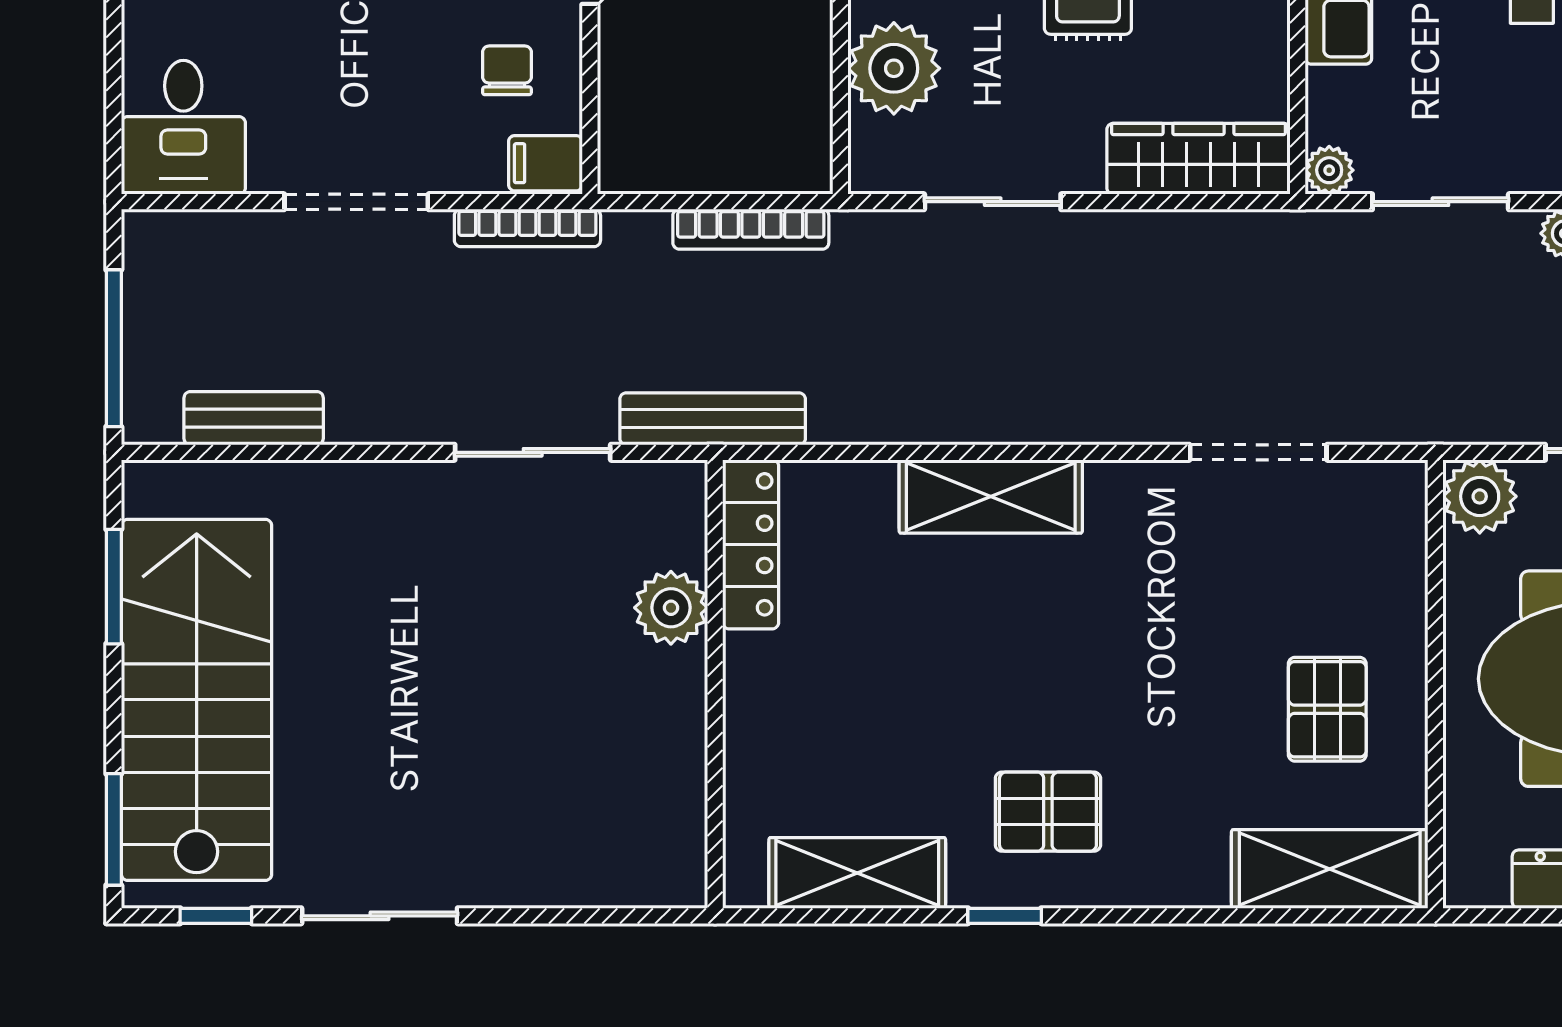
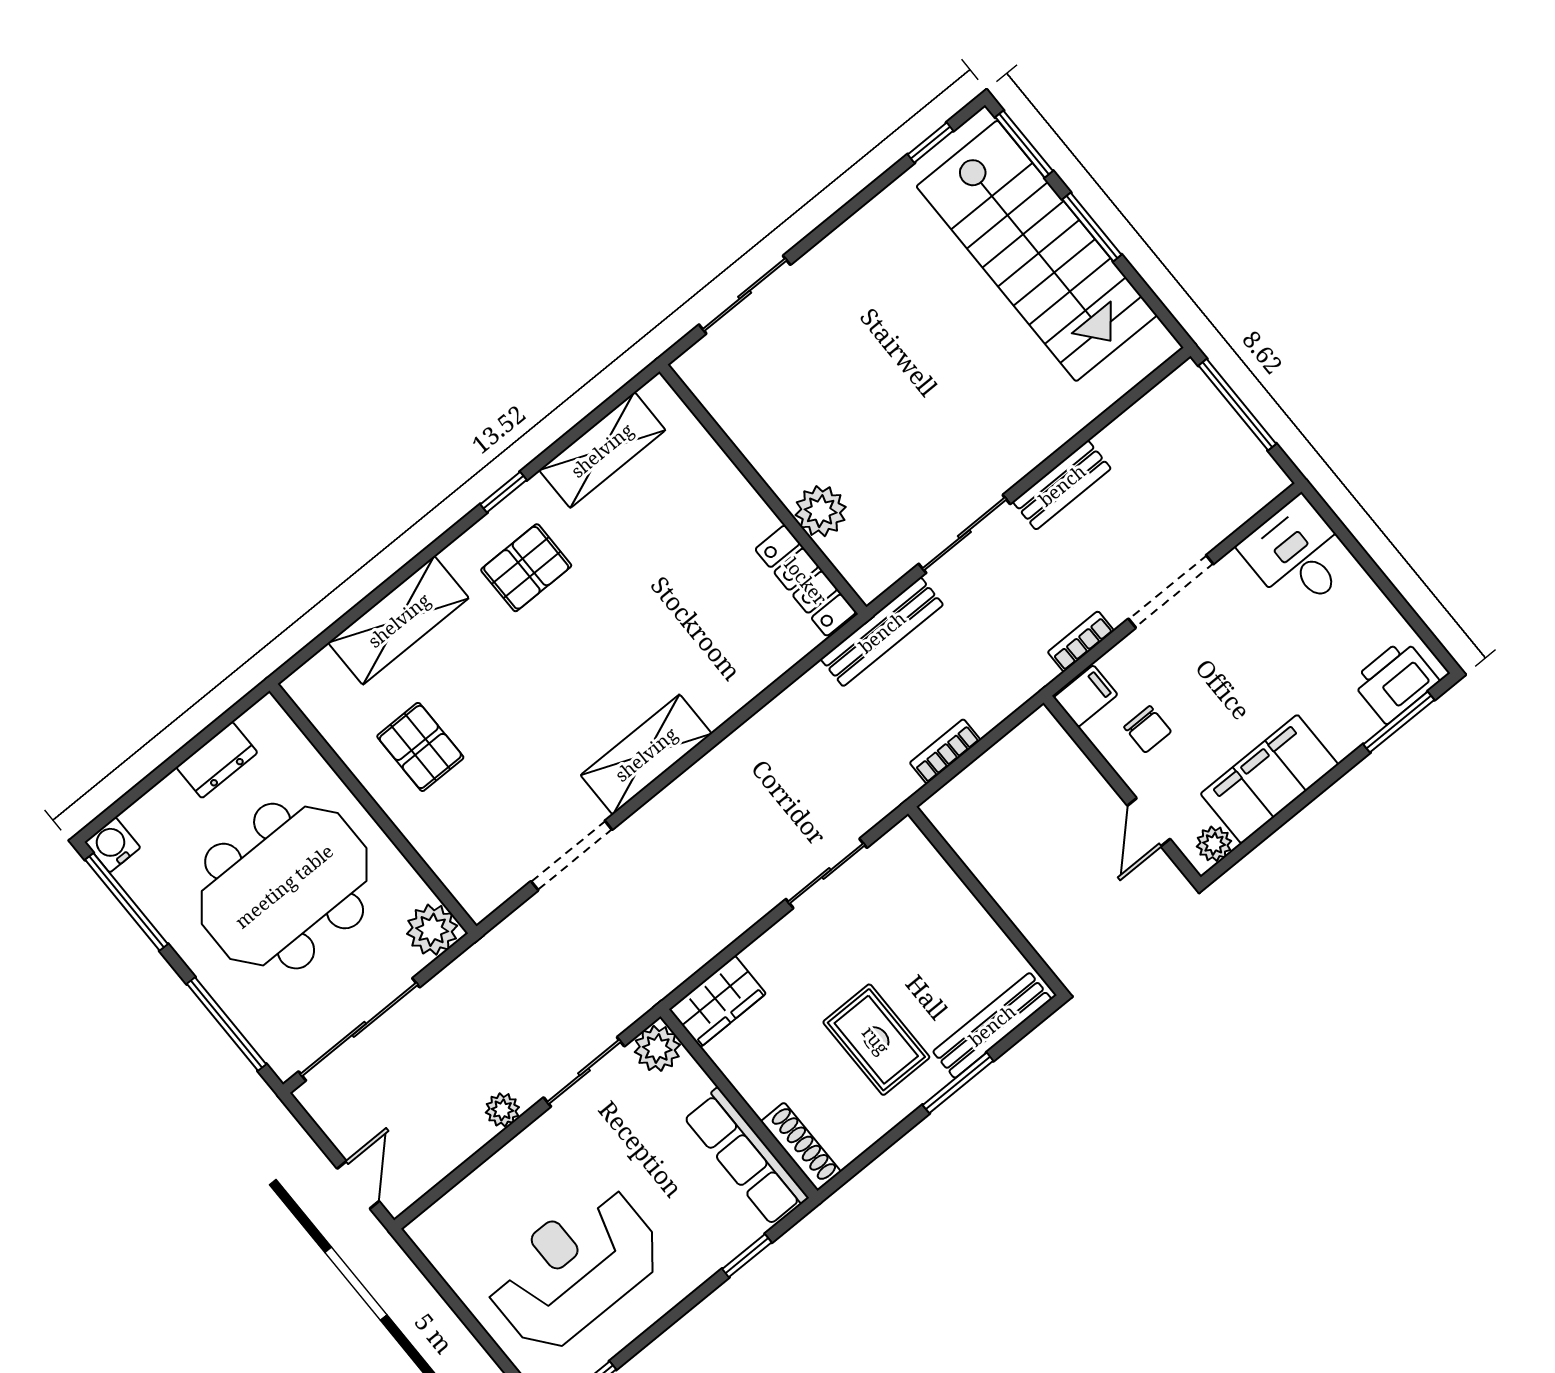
plant: (894, 68) -> (939, 902), removed
wardrobe: (1198, 159) -> (717, 1001), width x0.67
plant: (1329, 170) -> (657, 1048), width x1.38, depth x1.38
bookcase: (527, 228) -> (1081, 641), width x0.64
bookcase: (751, 229) -> (945, 751), width x0.64
bench: (254, 418) -> (1062, 485), moved
shelving: (991, 496) -> (646, 754), moved
window: (114, 587) -> (1092, 227), moved
shelving: (1330, 869) -> (399, 620), moved
sliding door: (380, 916) -> (745, 295), moved

